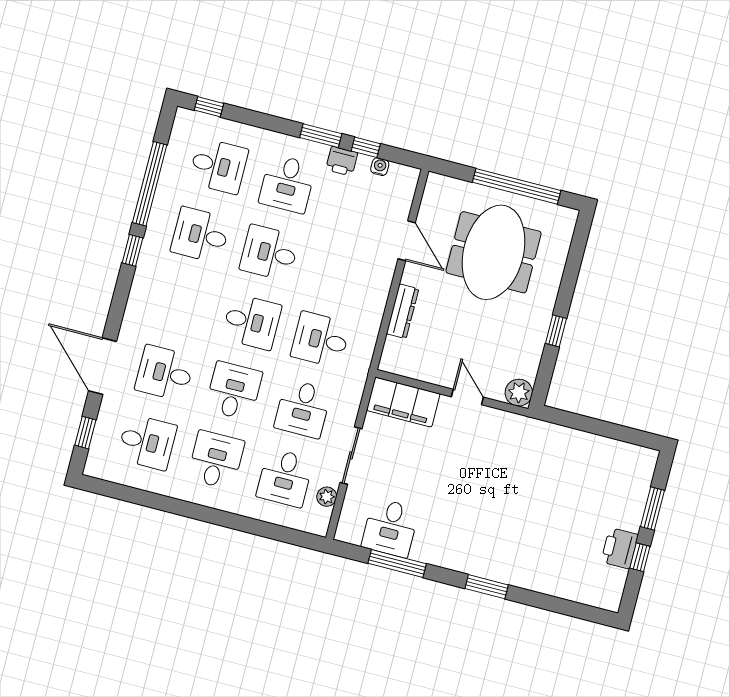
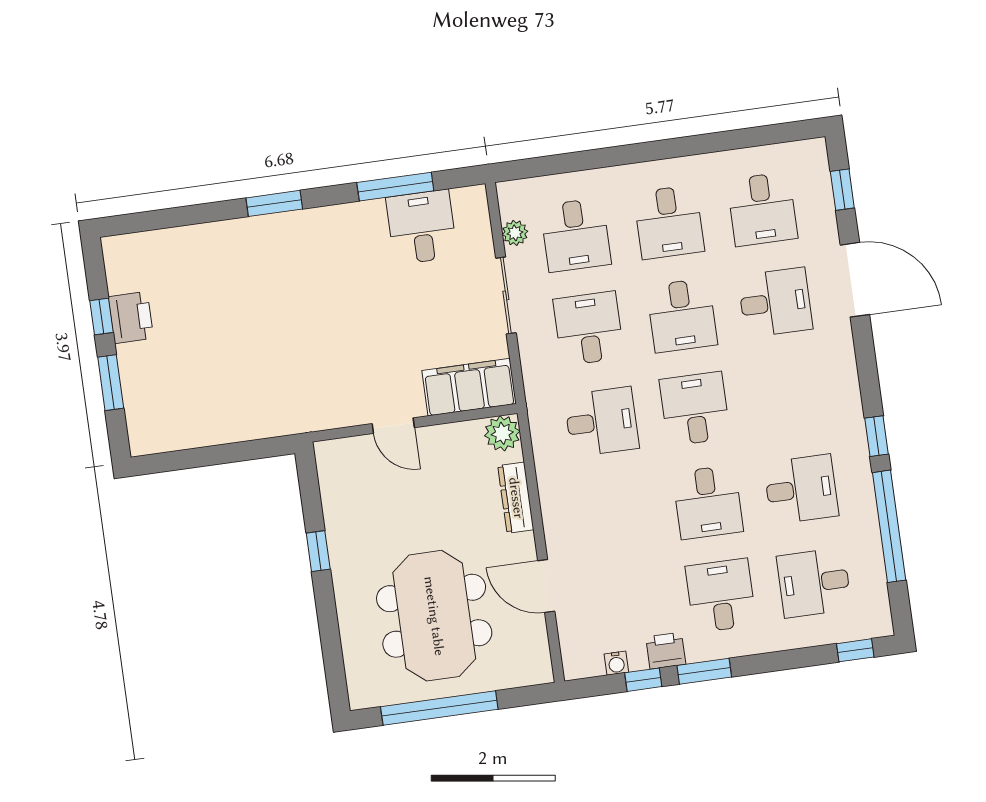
desk: (269, 253) -> (708, 502), turned 90
desk: (252, 322) -> (695, 409), turned 90
plant: (519, 393) -> (502, 433), moved
desk: (147, 442) -> (762, 209), turned -90
desk: (285, 478) -> (576, 235), turned 180

